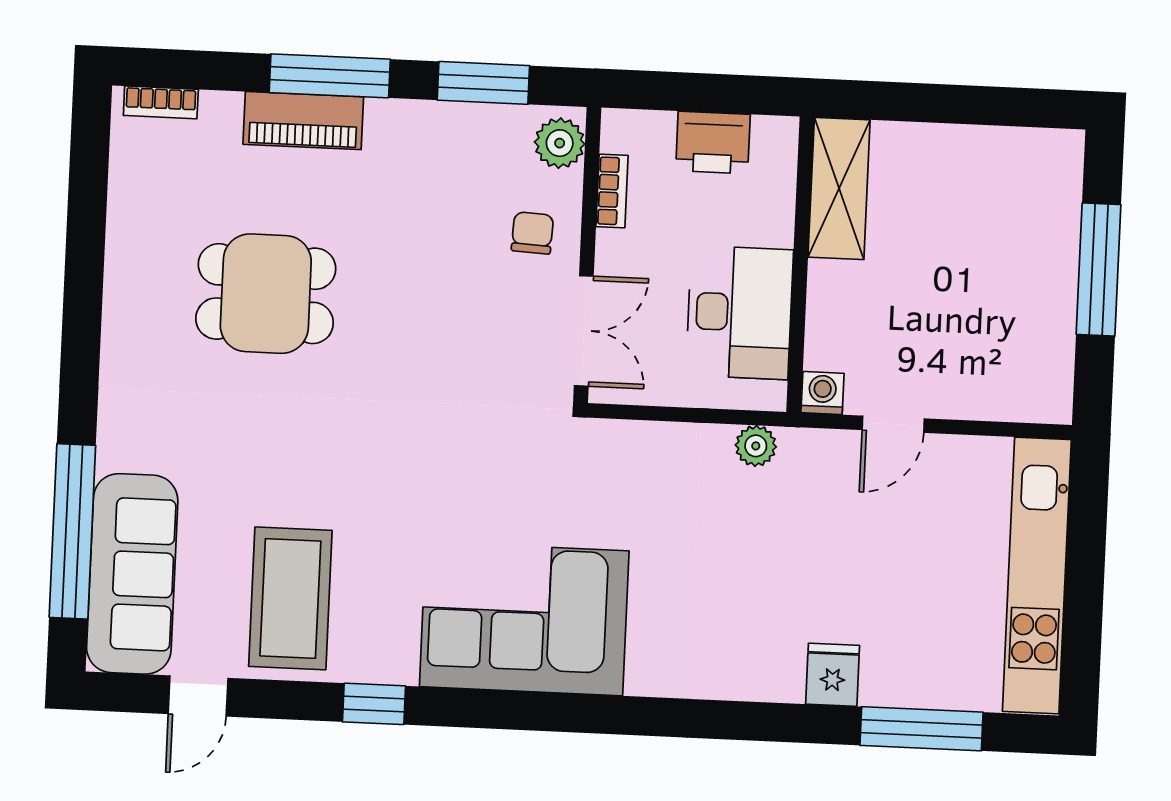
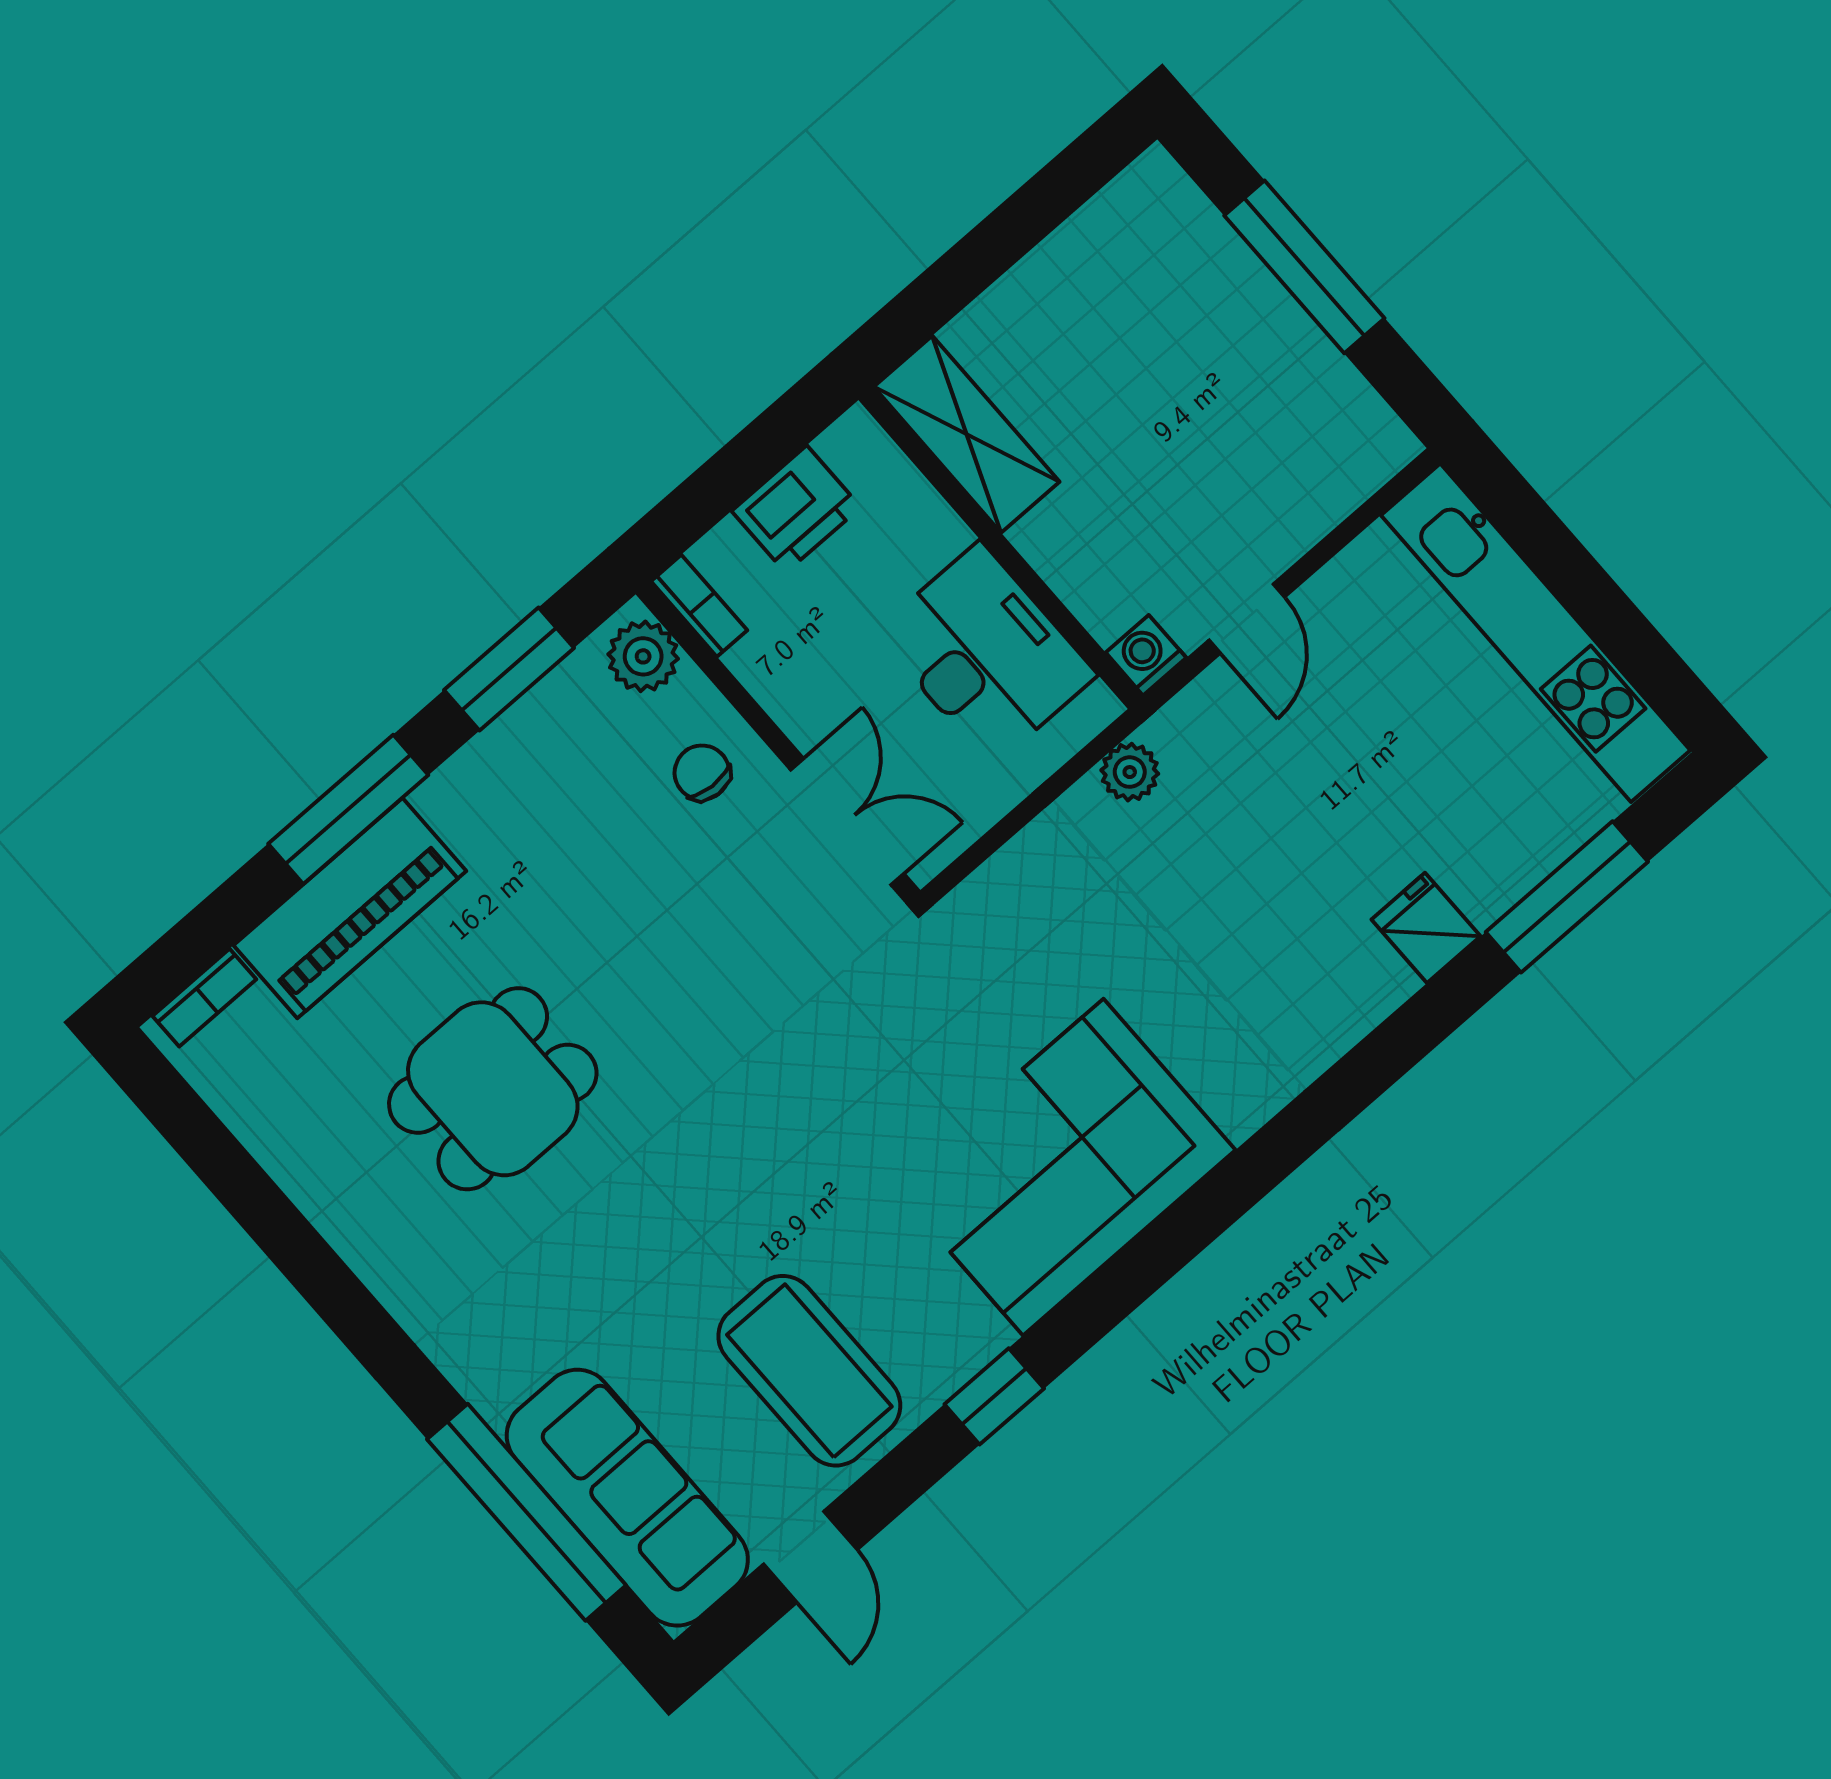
piano: (303, 121) -> (350, 908), width x1.37, depth x1.33
bookcase: (612, 191) -> (699, 606), moved

